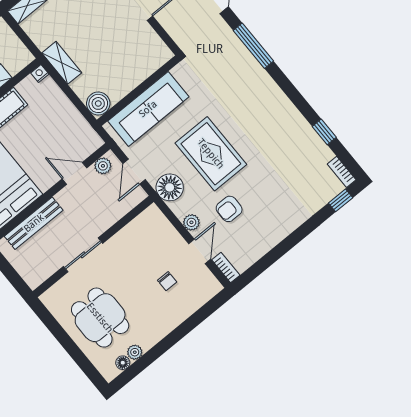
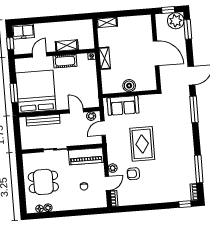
boiler: (98, 103) -> (129, 86), moved
sofa: (148, 109) -> (123, 105), width x0.73
window: (324, 132) -> (199, 169), width x2.17
floor lamp: (170, 187) -> (114, 146), removed
piano: (138, 233) -> (86, 156), added
dining table: (100, 318) -> (43, 182), turned 90

